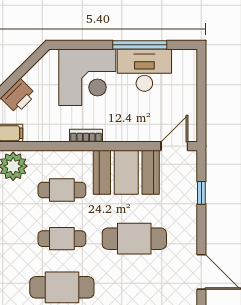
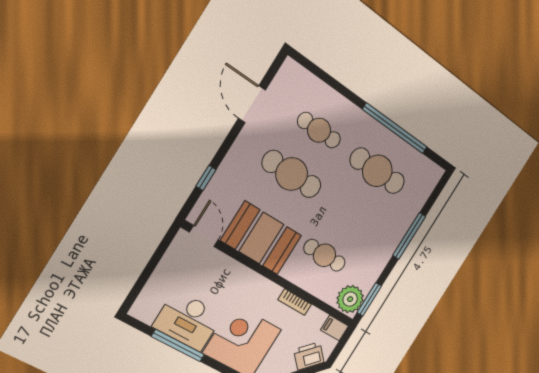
bookcase: (86, 136) -> (295, 302), moved
door: (174, 146) -> (204, 236), swing flipped
cafe table: (62, 239) -> (319, 130), moved

